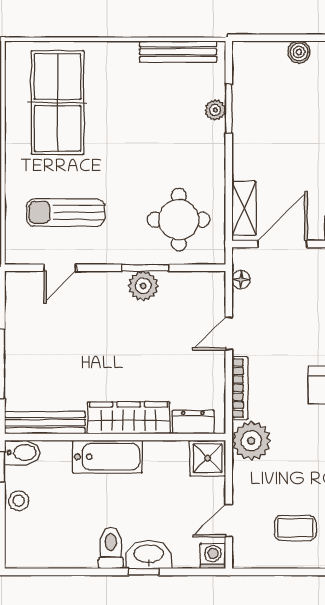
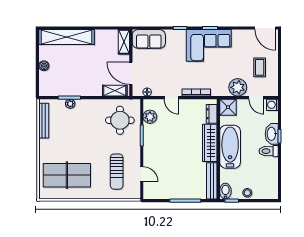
plant: (143, 286) -> (150, 117), moved
plant: (251, 441) -> (238, 87), moved
bathtub: (107, 457) -> (230, 147), width x1.36, depth x1.36

